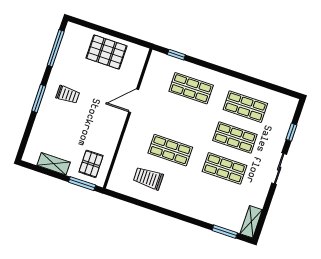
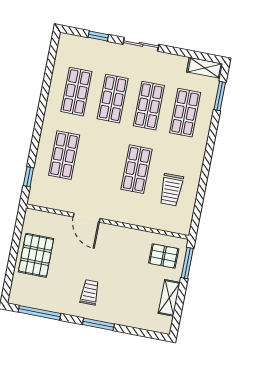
shop shelf: (214, 199) -> (185, 113), added

